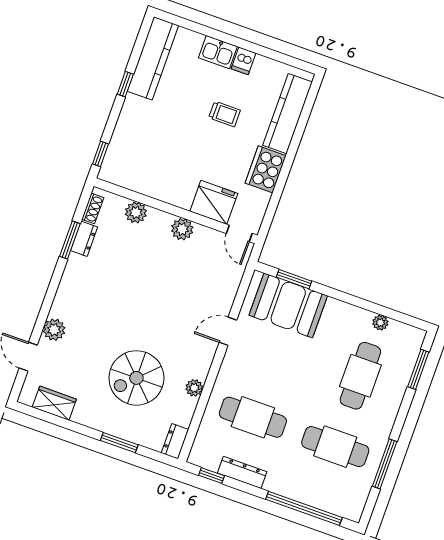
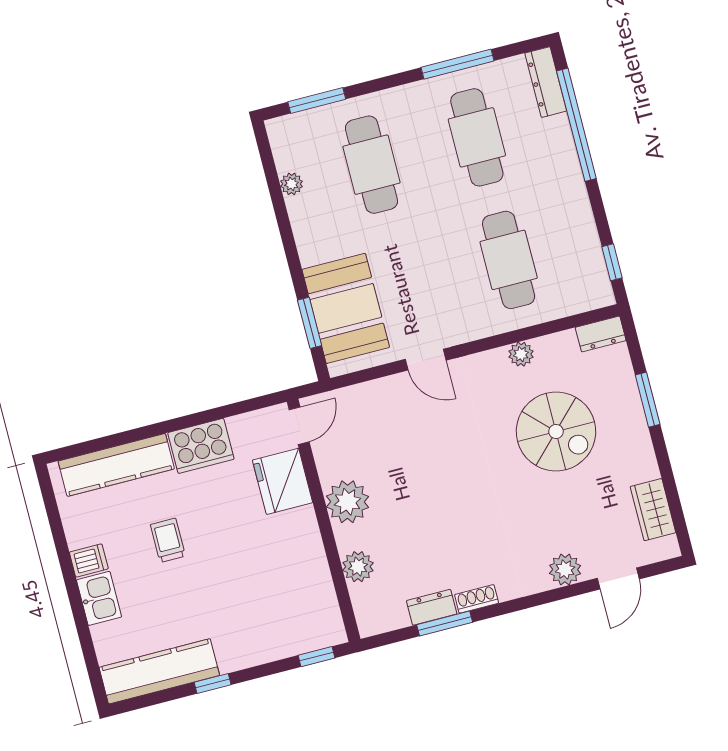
shoe rack: (93, 208) -> (477, 599), moved
plant: (182, 229) -> (347, 502), width x1.36, depth x1.36
cafe table: (360, 376) -> (372, 165), turned 90
dresser: (242, 472) -> (546, 82), moved

